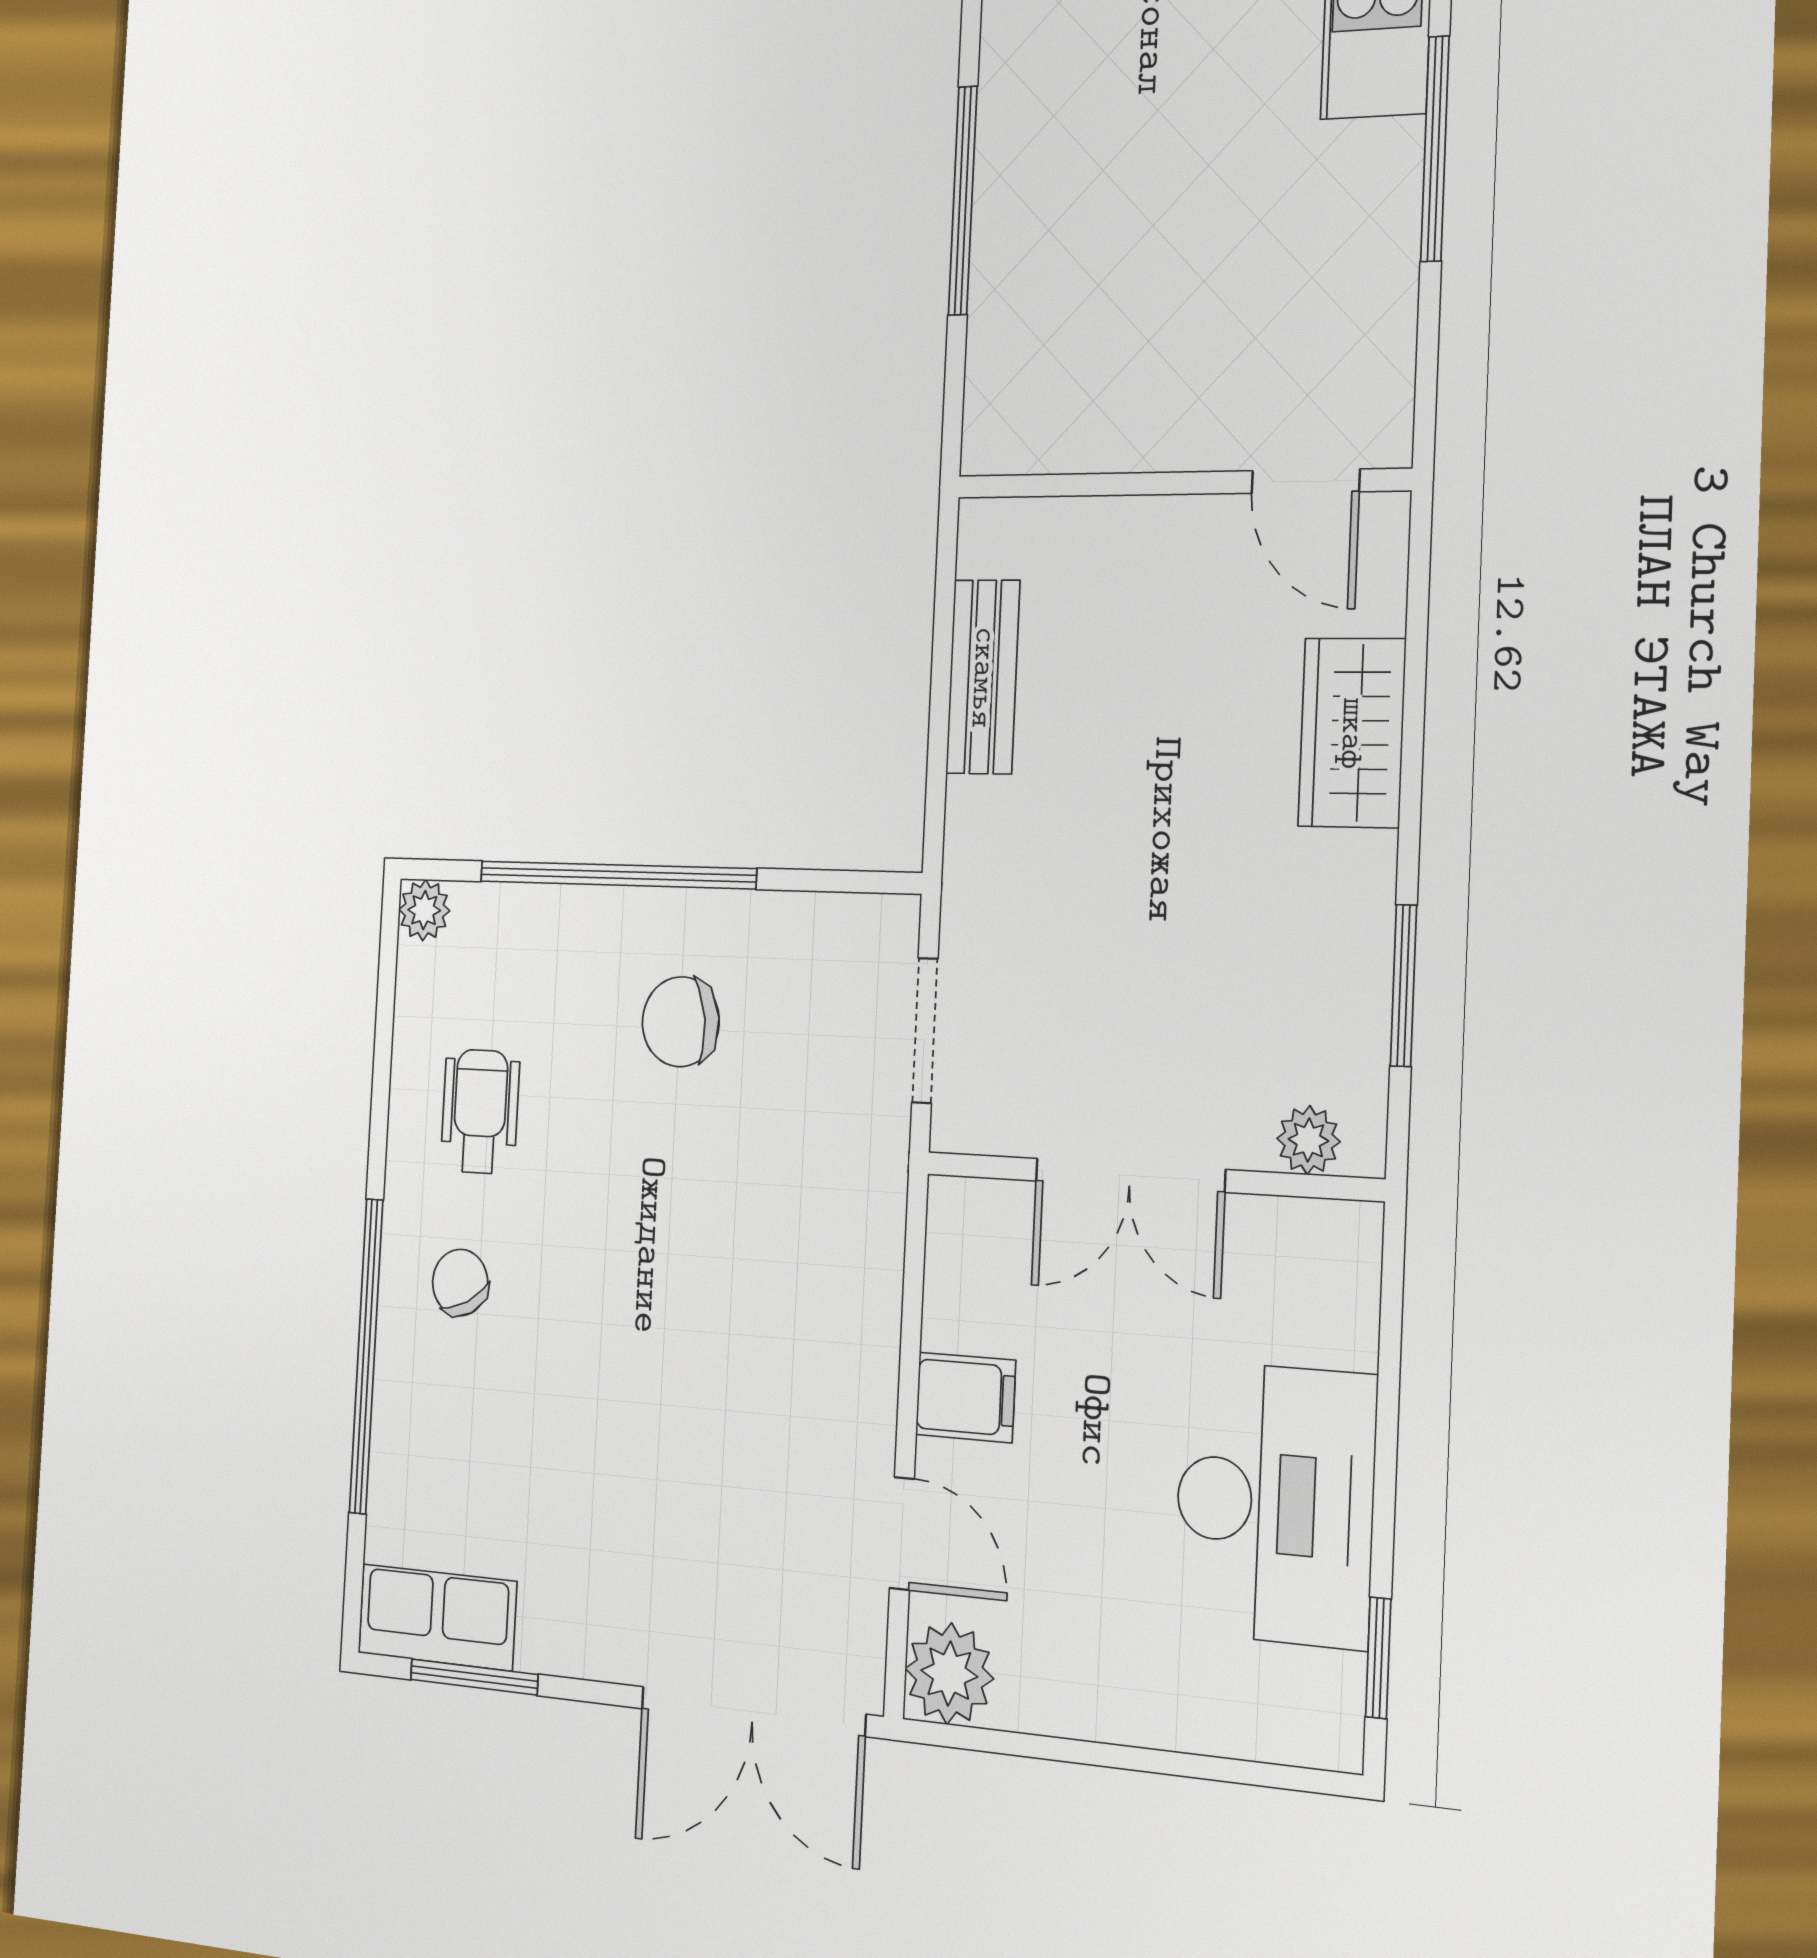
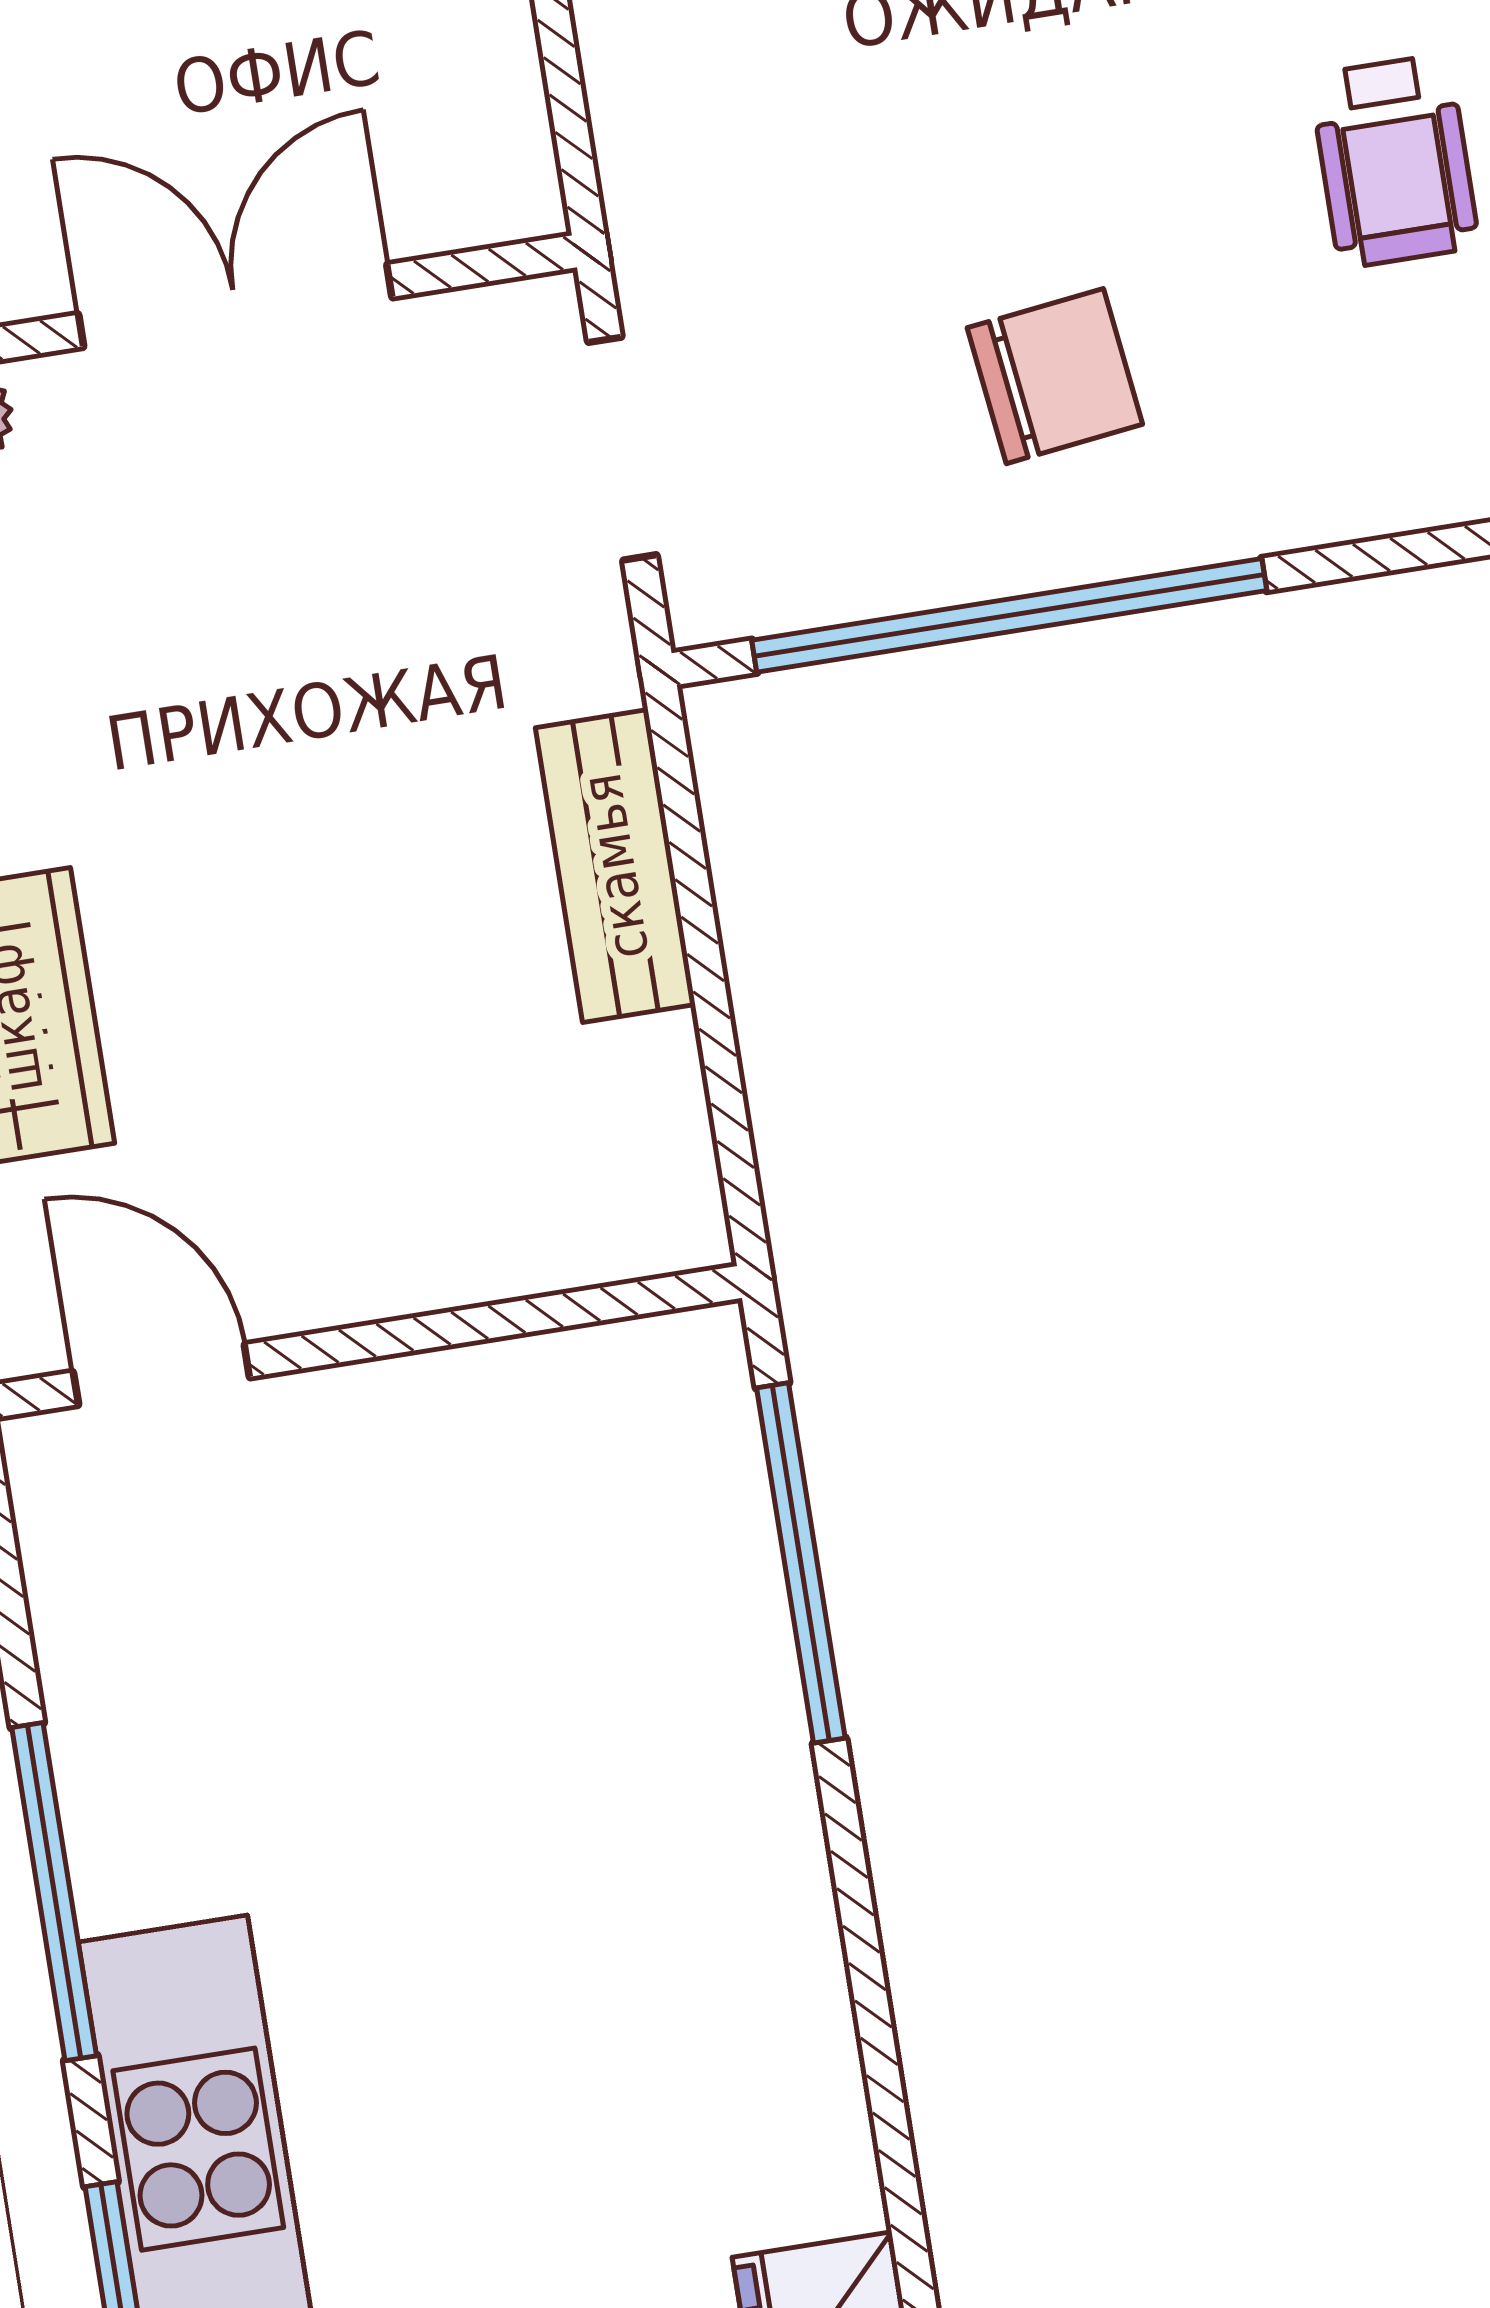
window: (963, 201) -> (801, 1563), moved
bench: (983, 677) -> (615, 866), moved
window: (617, 875) -> (1009, 615), moved

